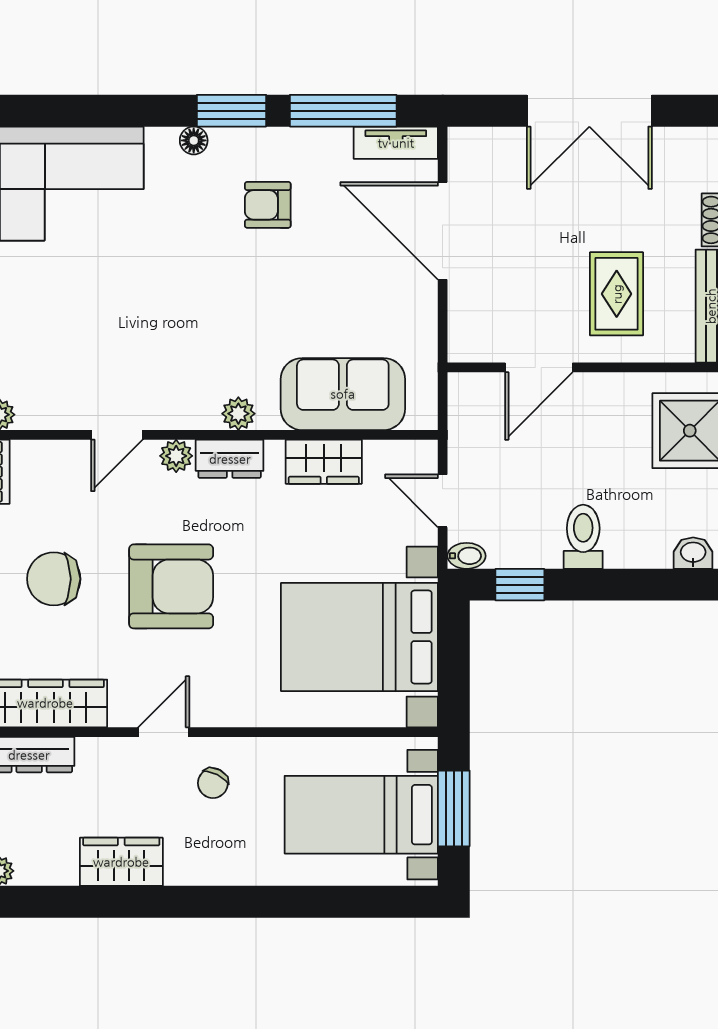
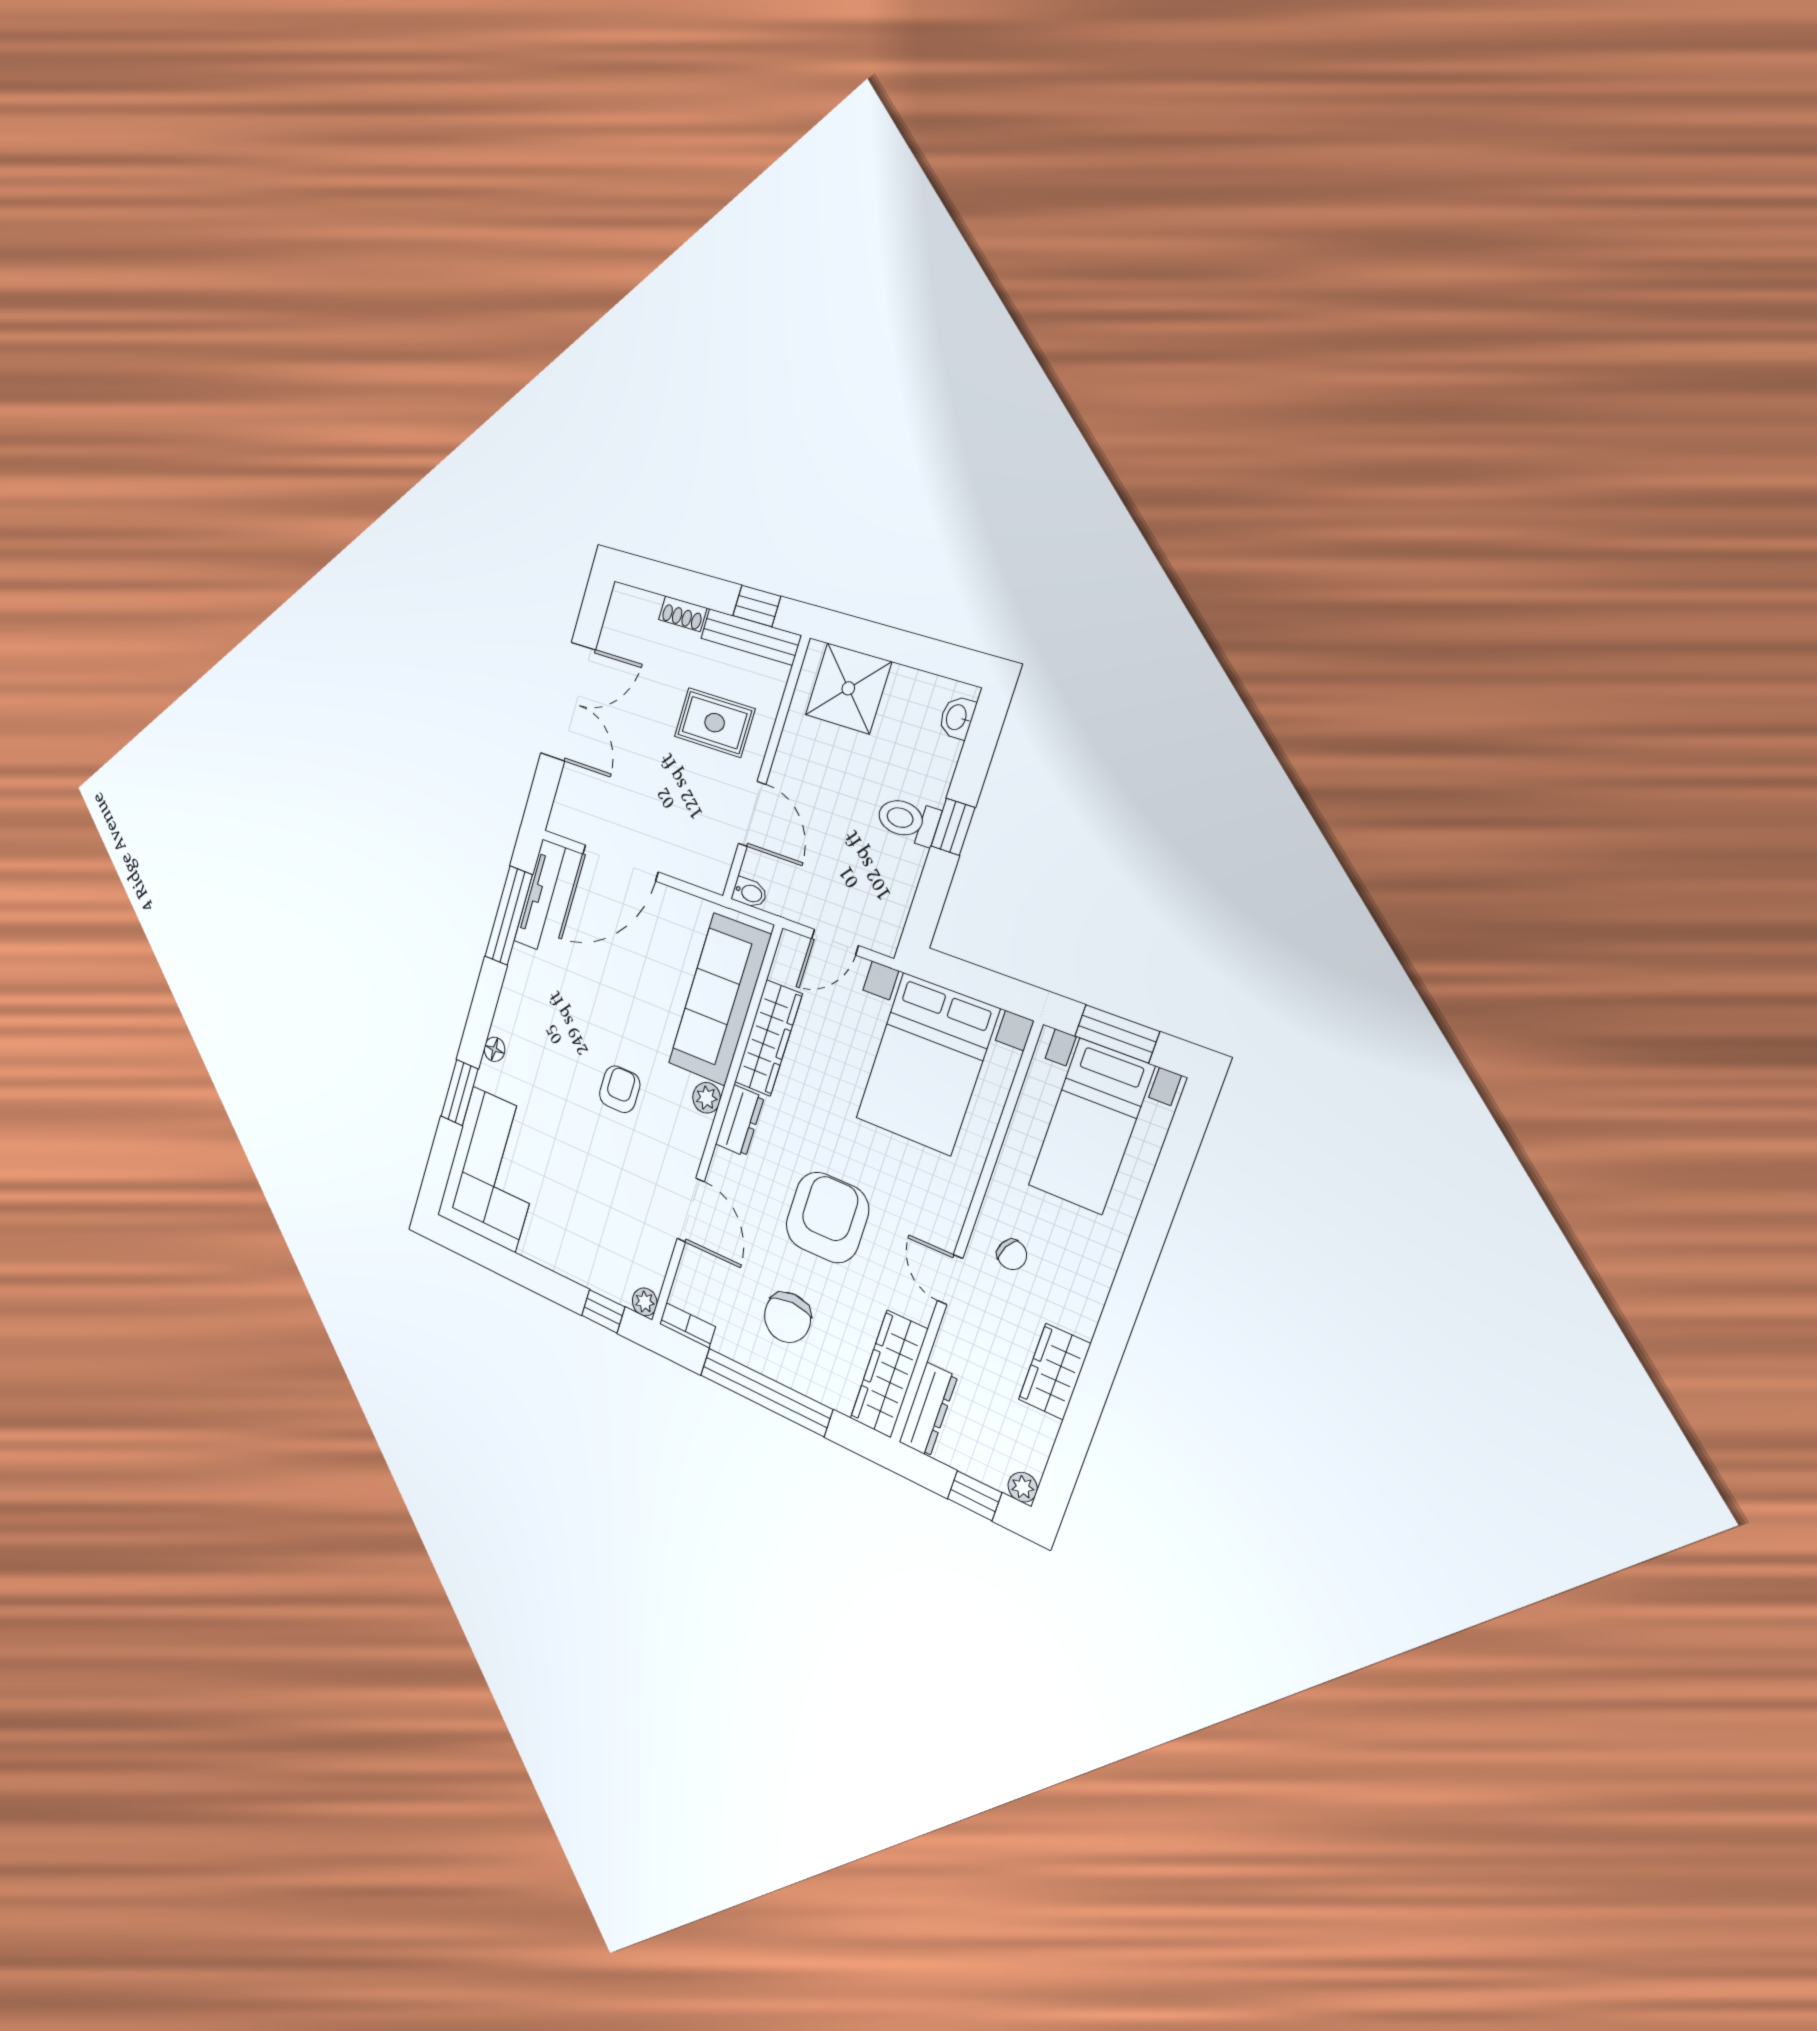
window: (232, 111) -> (459, 1093), moved
tv unit: (396, 143) -> (540, 894), width x1.41
armchair: (268, 205) -> (620, 1089), moved, turned 180
sofa: (343, 394) -> (719, 999), width x1.36
door: (117, 435) -> (691, 1210), width x1.38
plant: (176, 456) -> (723, 1166), removed
wardrobe: (324, 462) -> (768, 1038), width x1.50
bidet: (467, 556) -> (750, 893), moved, turned 90
window: (520, 585) -> (953, 827), moved

